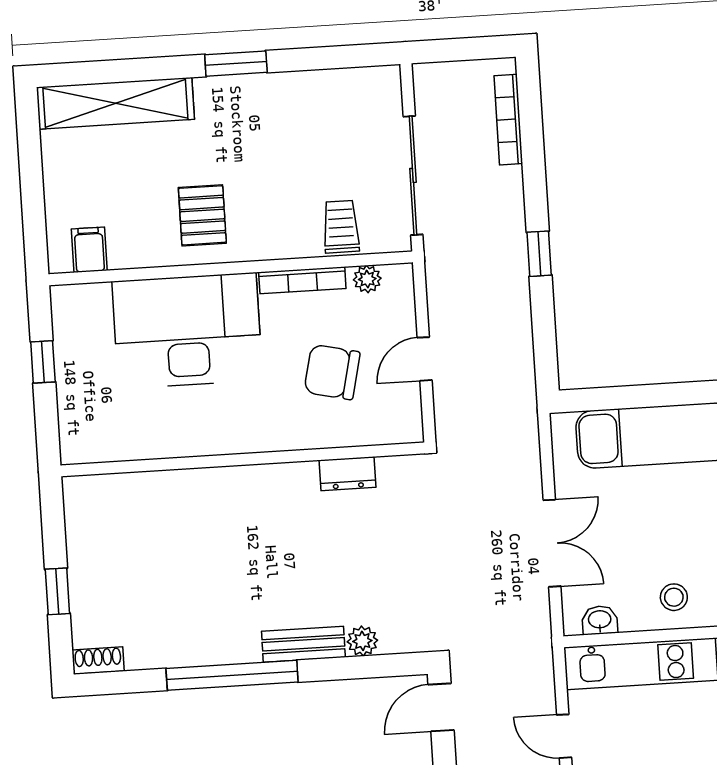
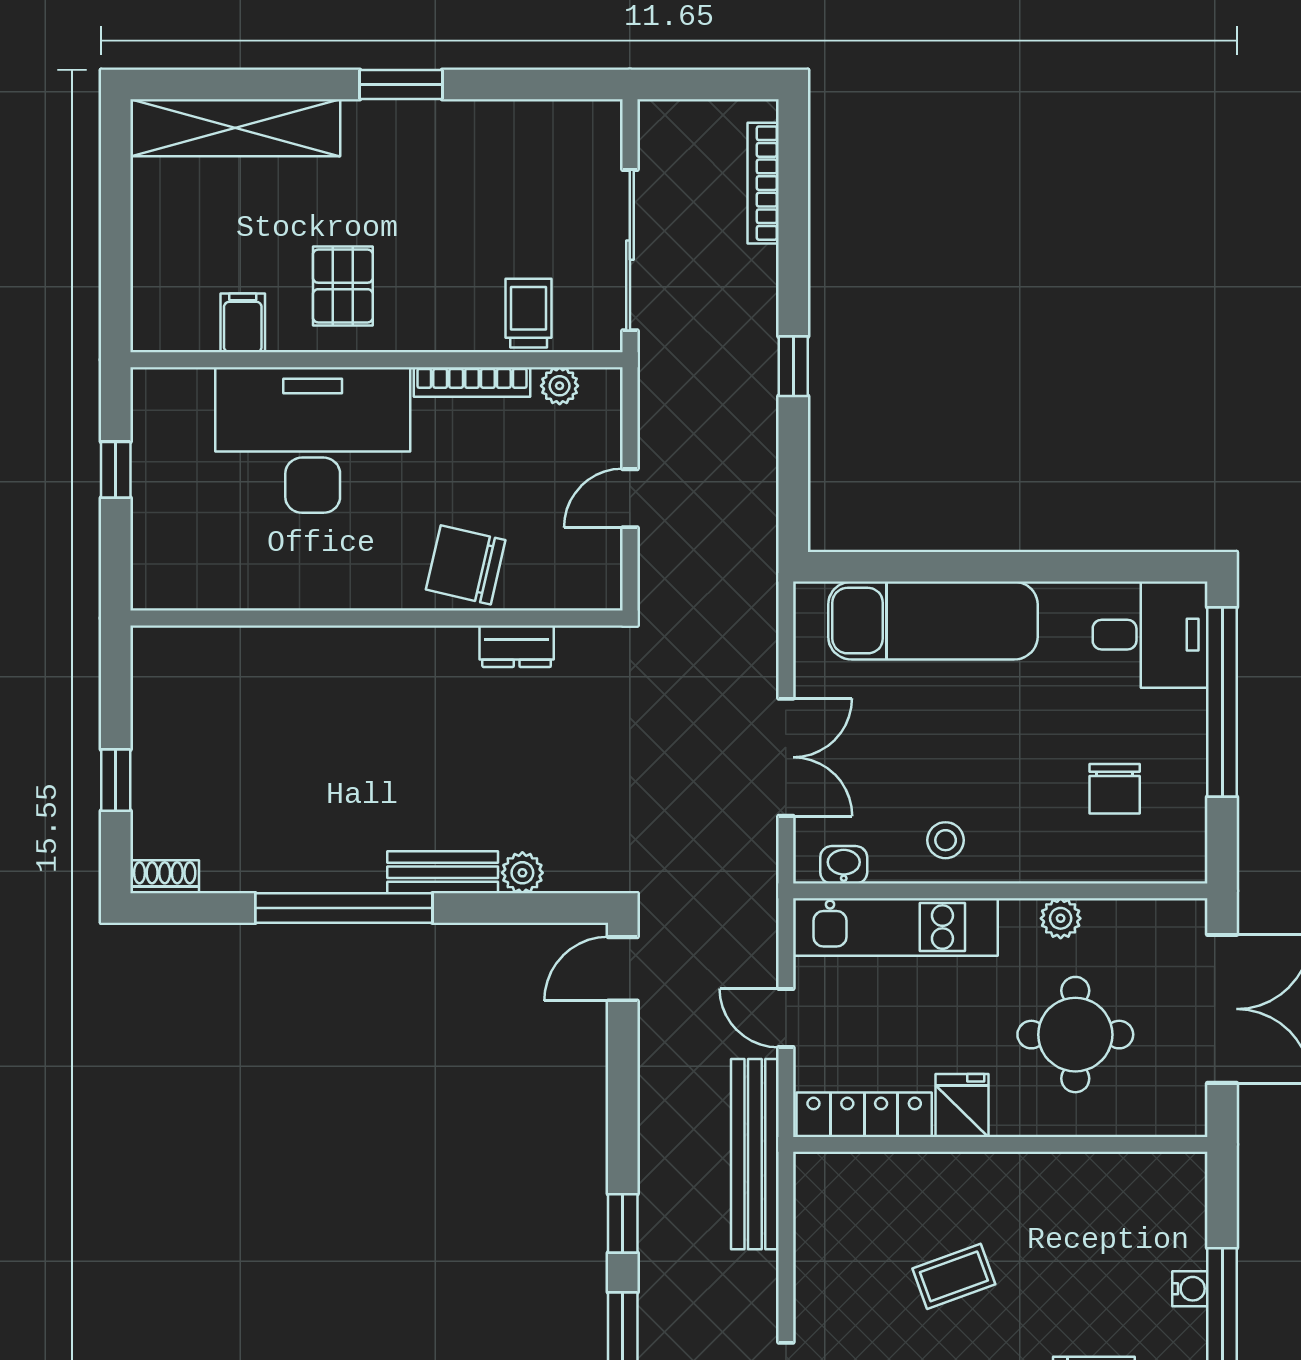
filing cabinet: (89, 250) -> (243, 323), moved
chair: (332, 372) -> (466, 565), moved

